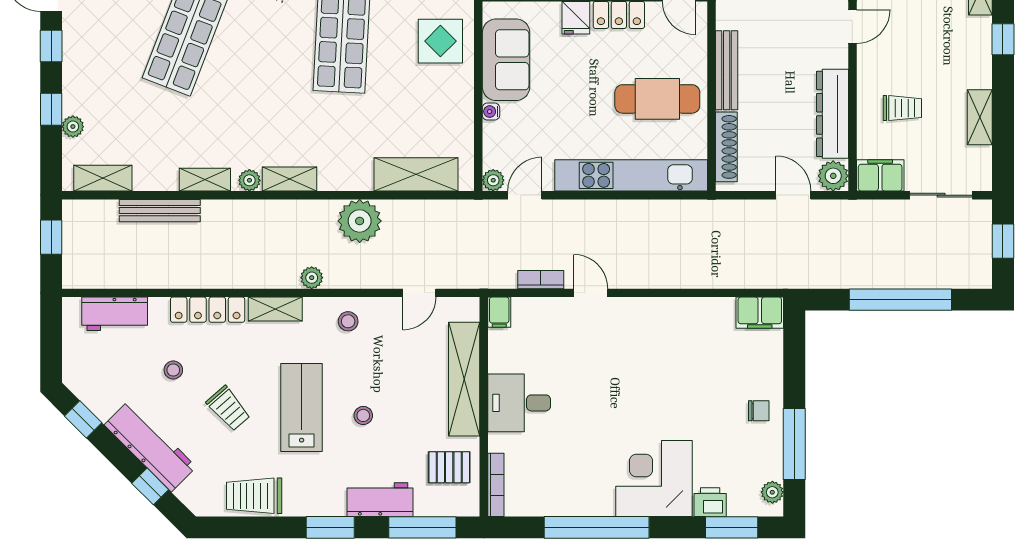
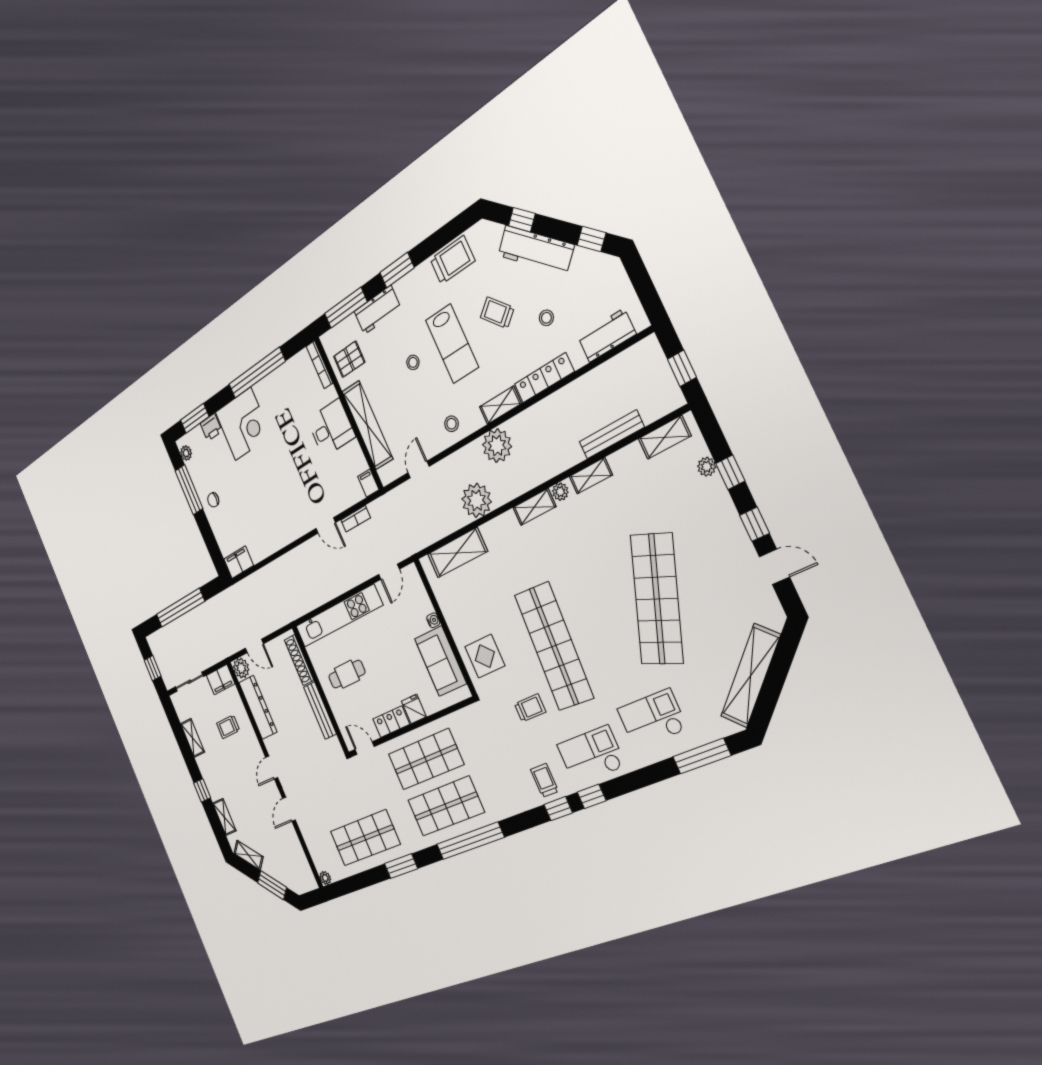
cafe table: (657, 99) -> (347, 674), width x0.73, depth x0.74
plant: (493, 180) -> (411, 573), removed
plant: (312, 278) -> (497, 446), width x1.87, depth x1.87

